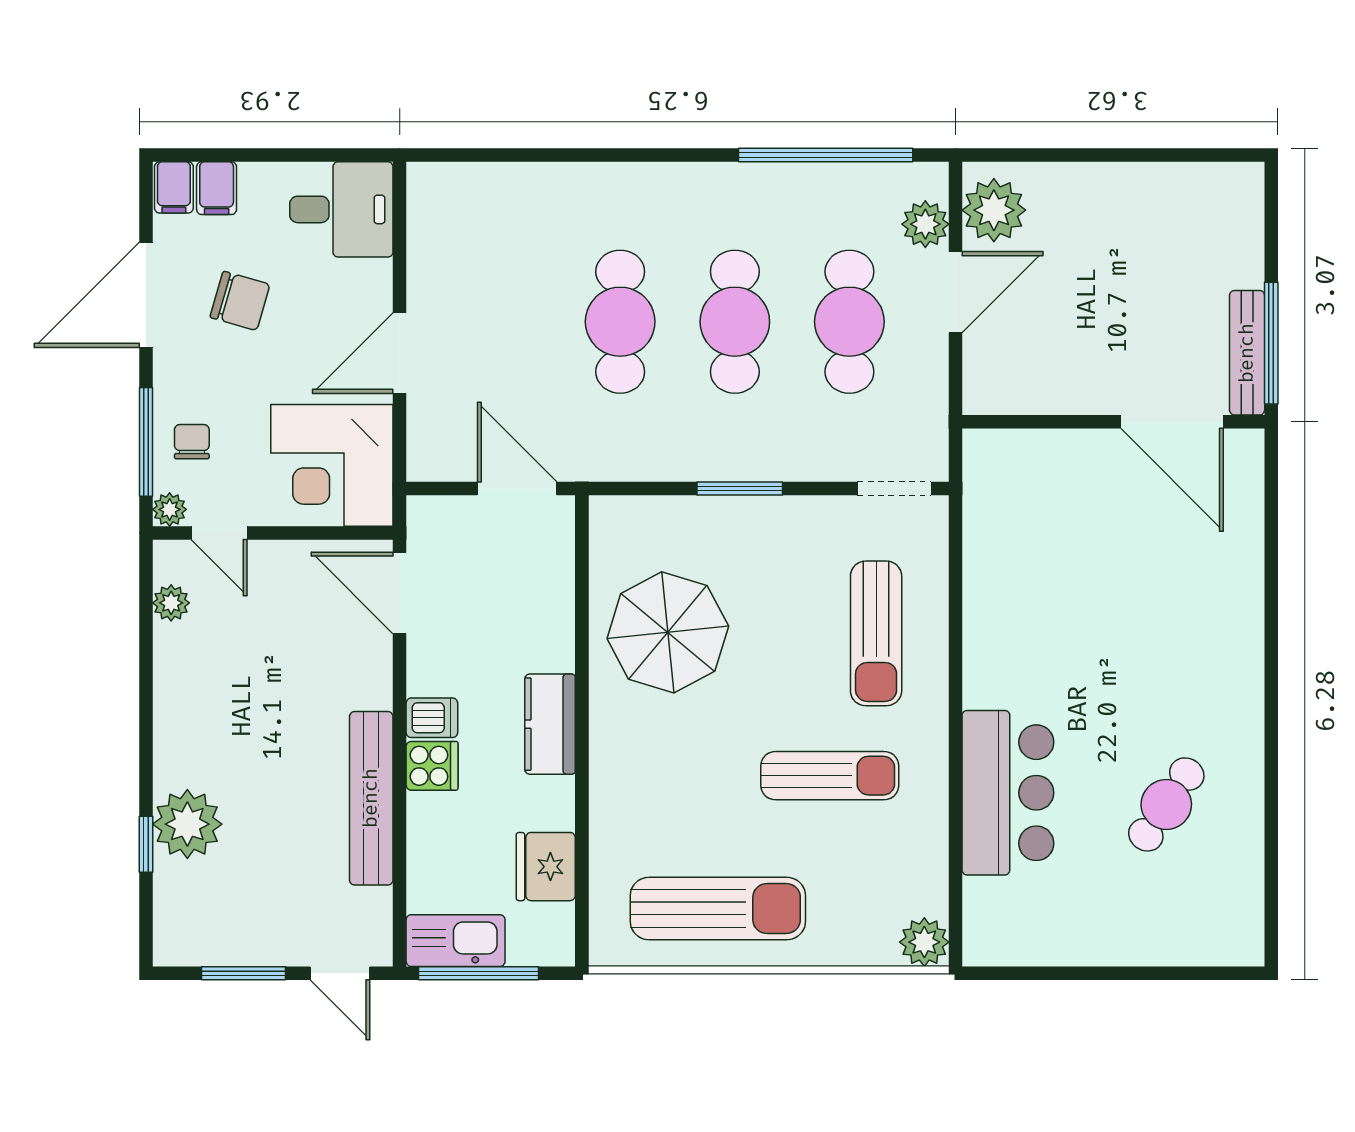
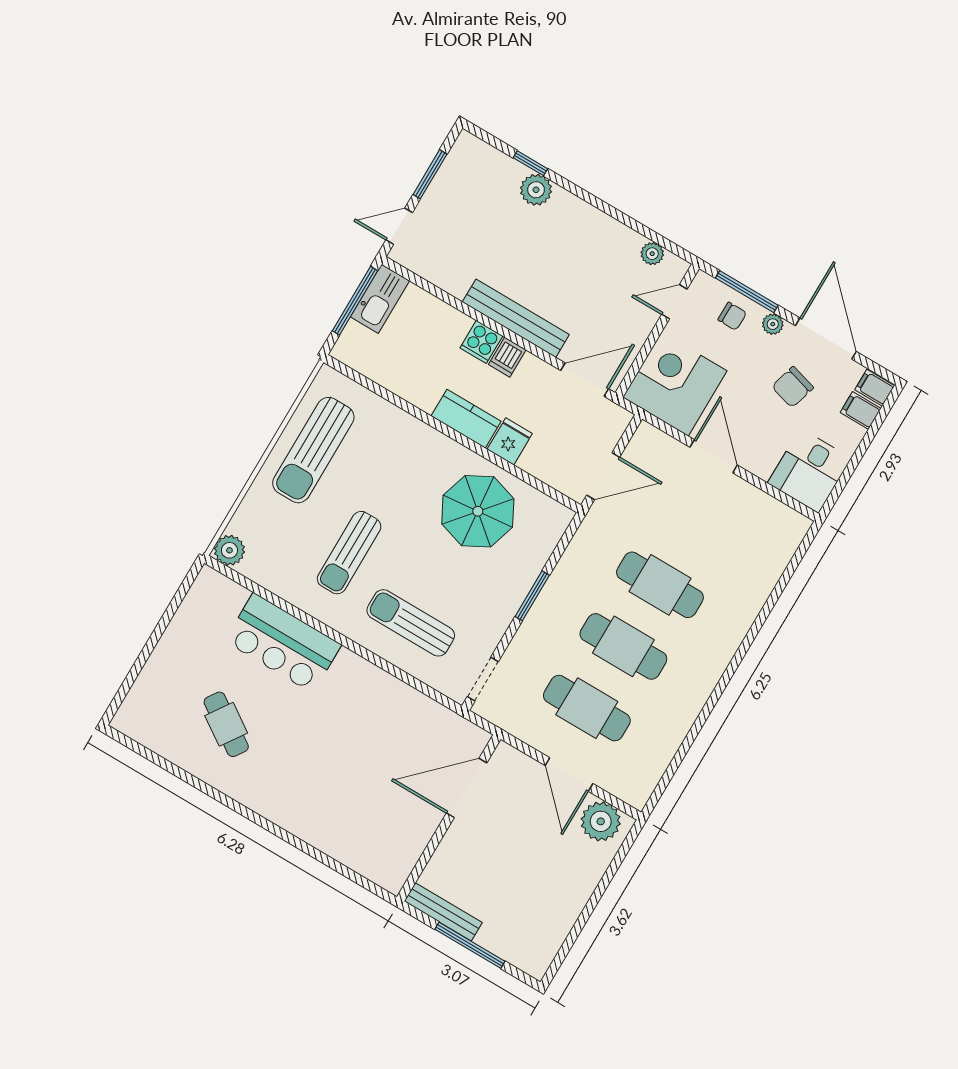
window: (826, 155) -> (684, 749), removed
plant: (925, 224) -> (615, 780), removed
window: (1271, 343) -> (470, 945), moved
door: (1172, 422) -> (467, 788), moved
plant: (170, 509) -> (773, 324), moved
bench: (371, 798) -> (516, 318), moved
plant: (187, 824) -> (536, 190), width x0.73, depth x0.73
fridge: (546, 867) -> (510, 441), moved, width x0.72

